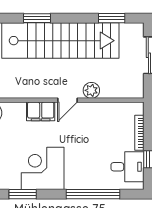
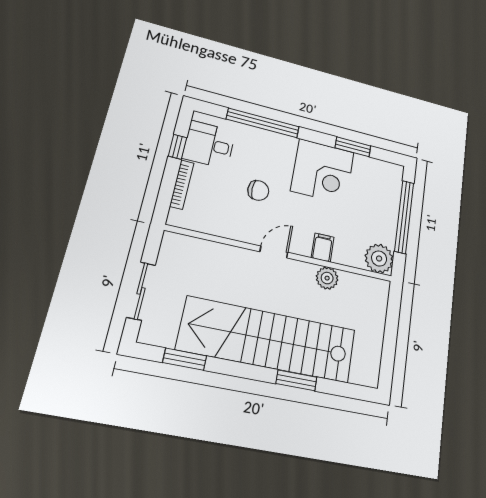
plant: (91, 90) -> (327, 278), moved
filing cabinet: (41, 111) -> (323, 247), width x0.50
chair: (87, 142) -> (258, 191), added

